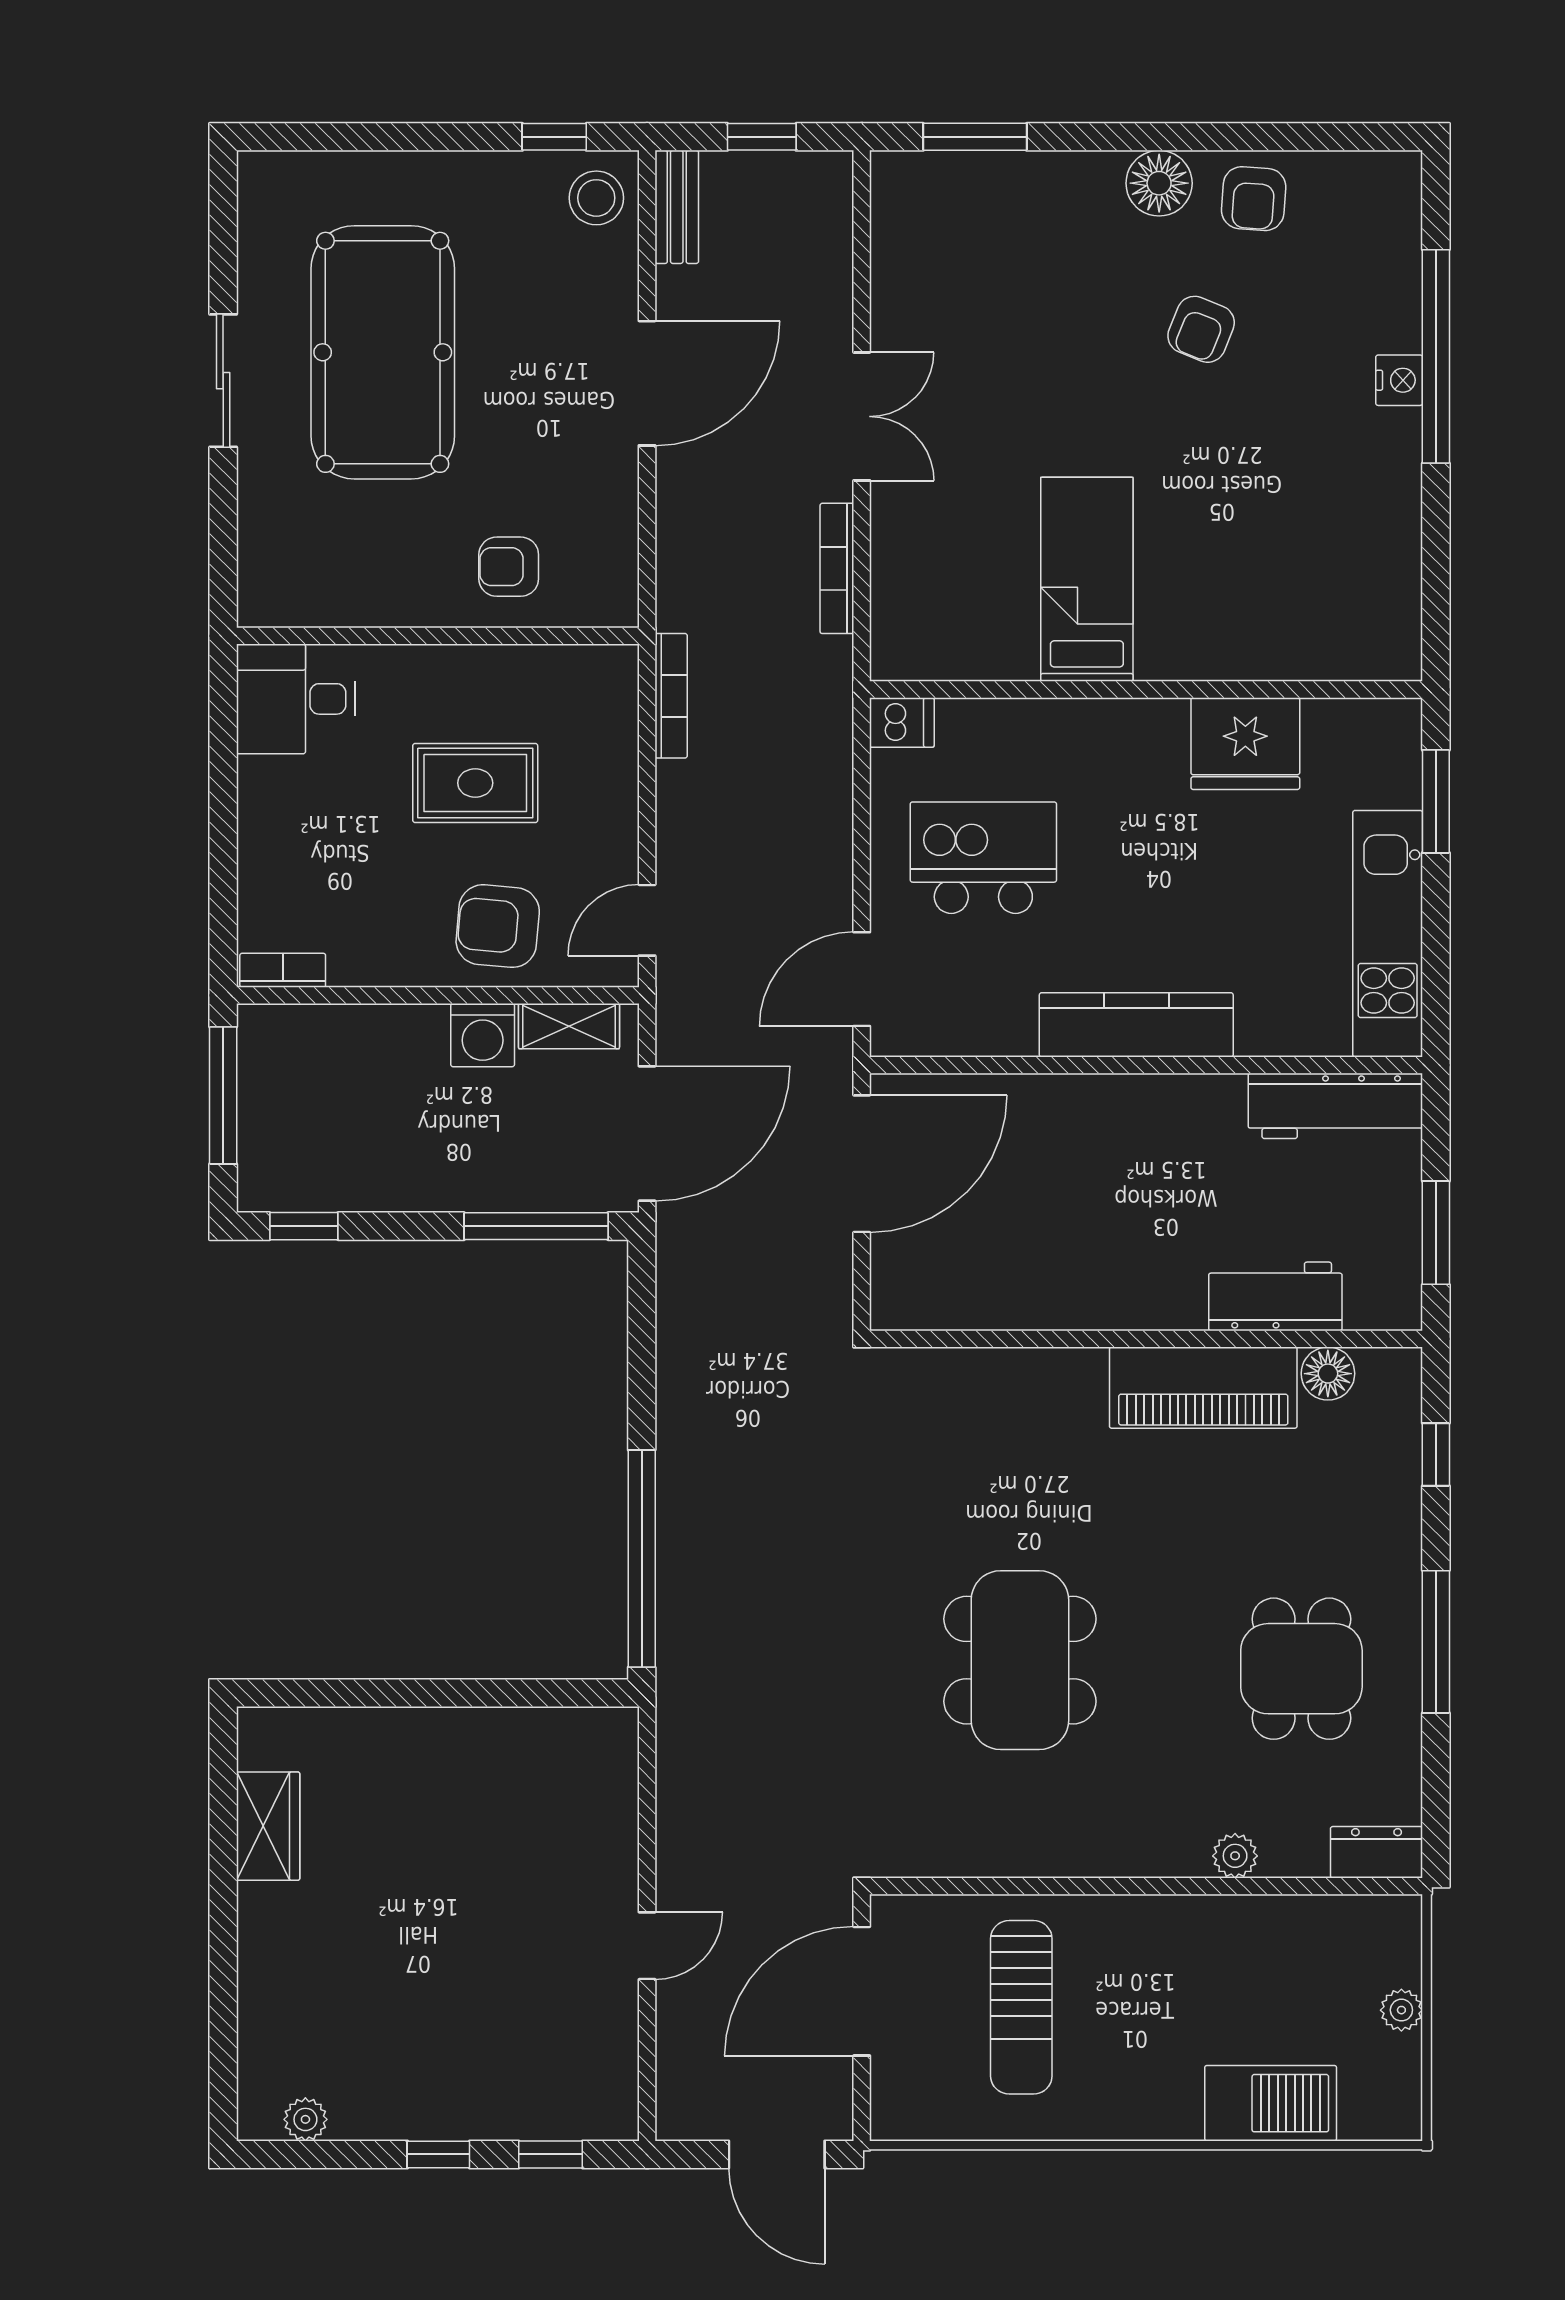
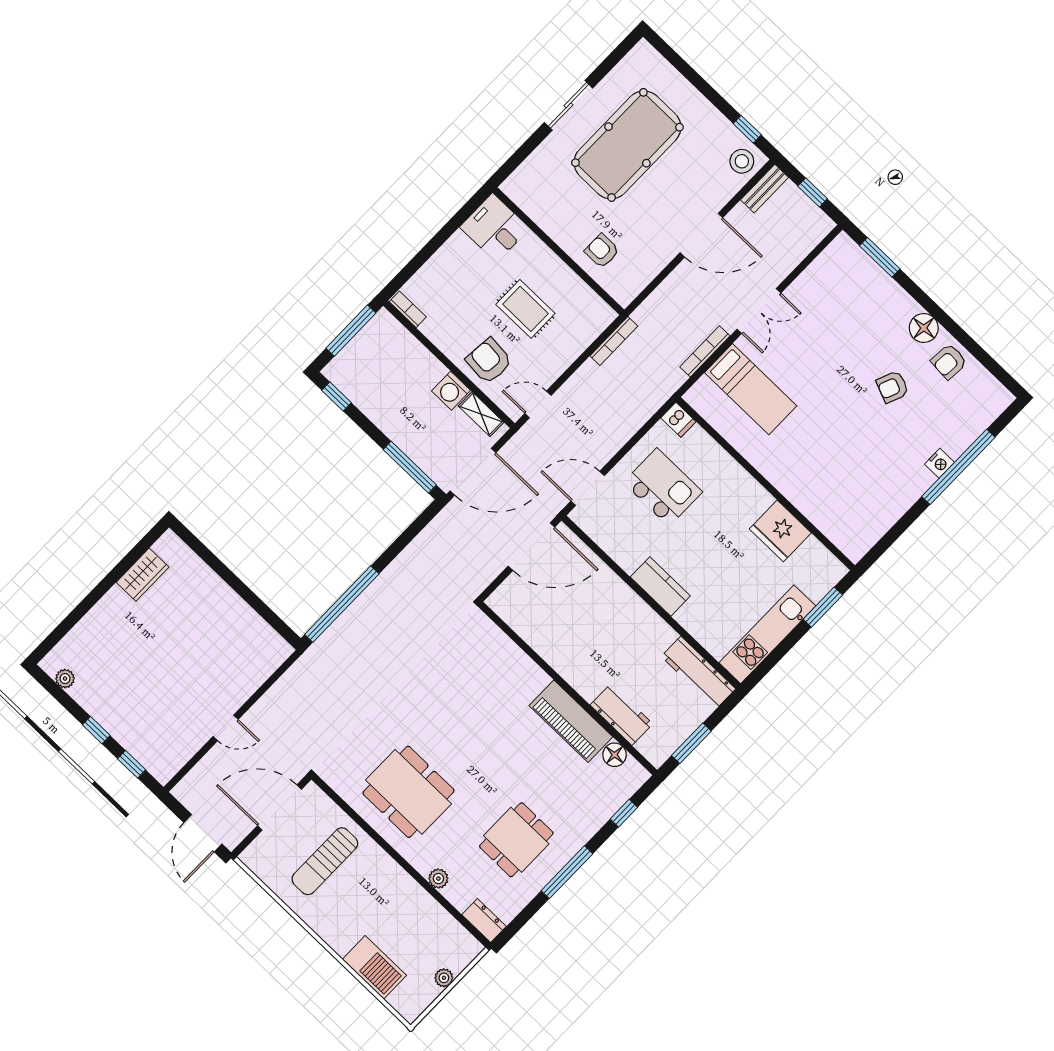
bed: (1087, 579) -> (751, 389), moved, turned 90
kitchen counter: (1136, 1025) -> (660, 586), width x0.67
dining table: (1020, 1660) -> (408, 792), moved, turned 90

